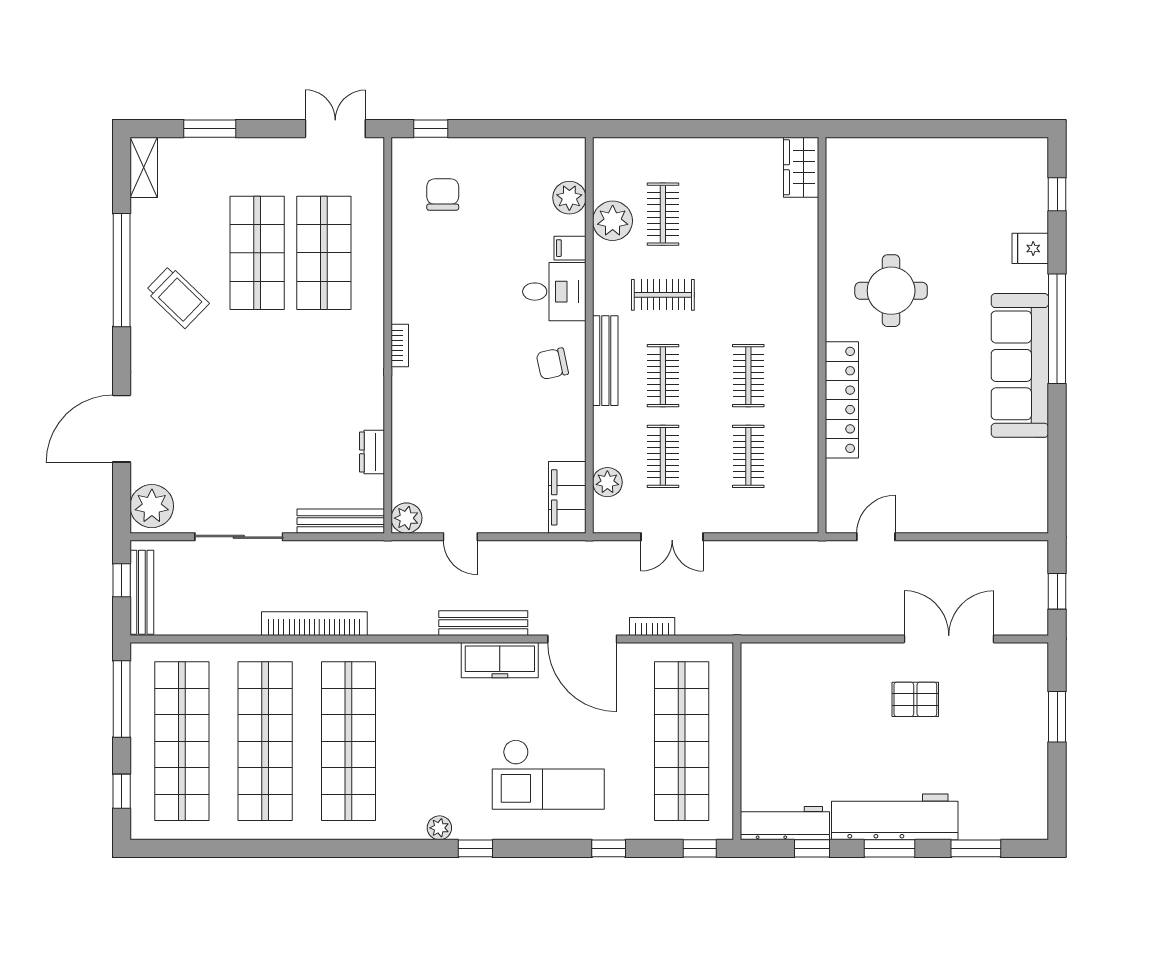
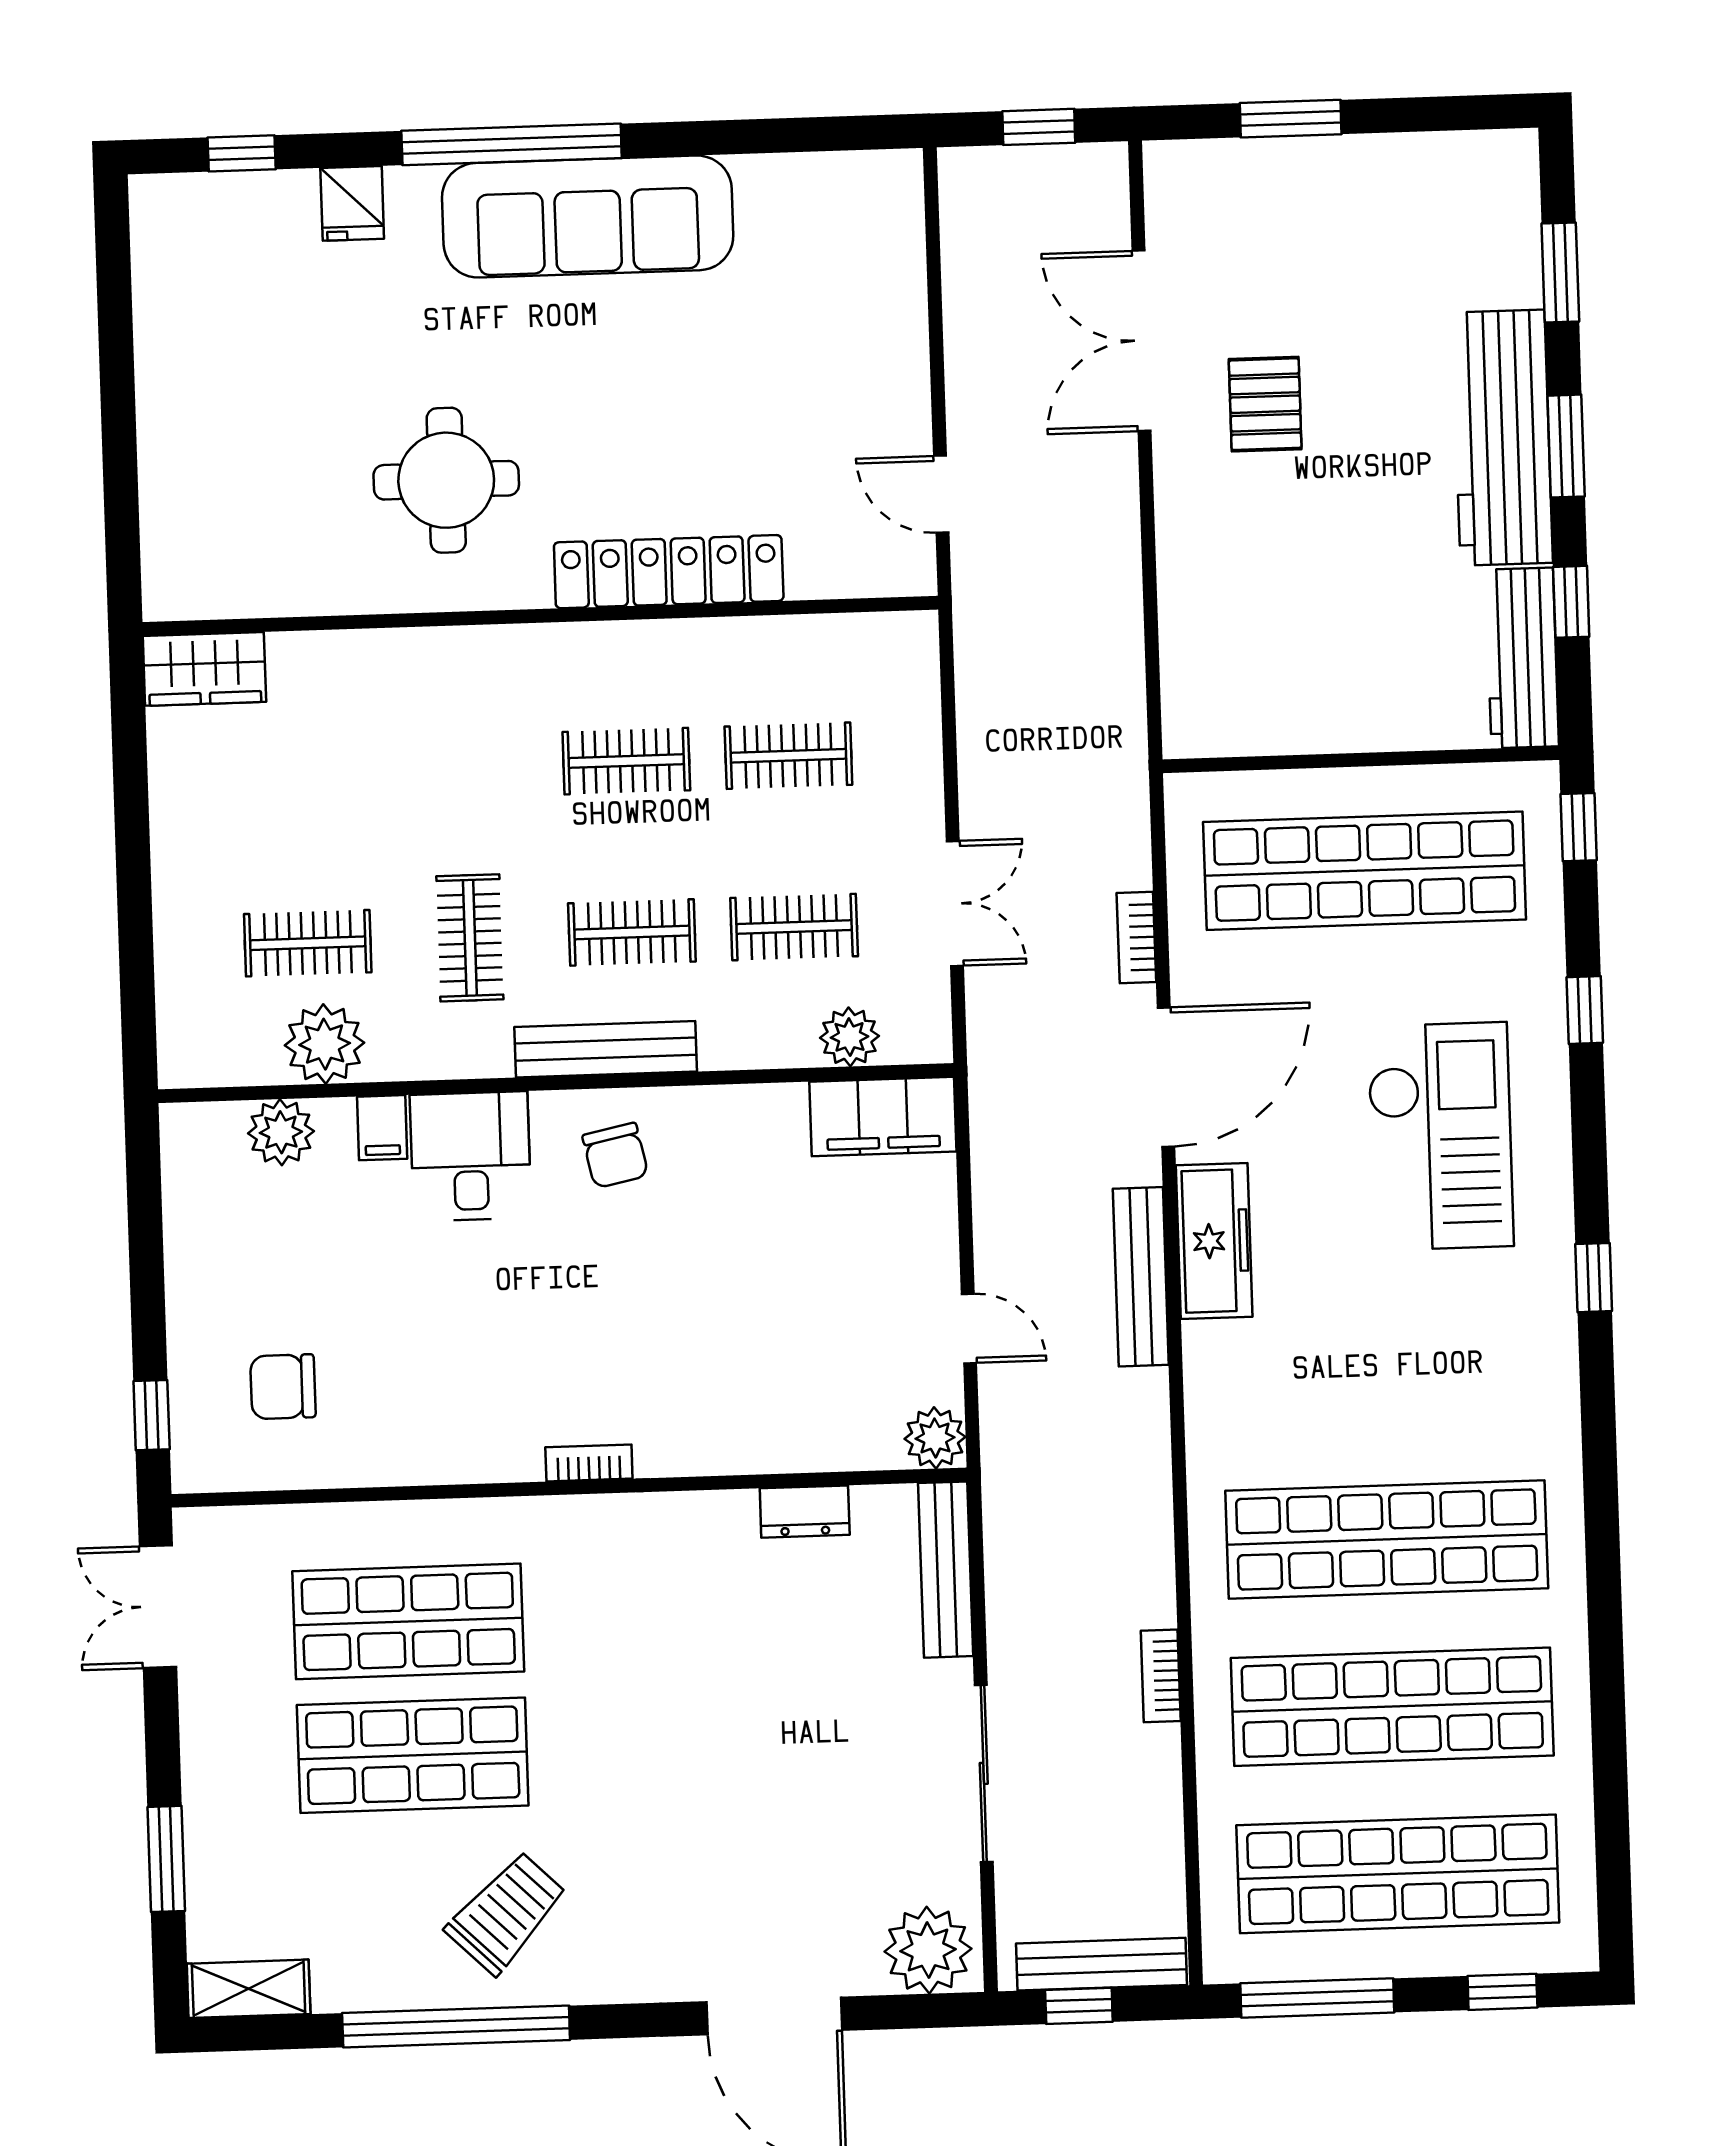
door: (460, 537) -> (969, 1328), hinge flipped
bookcase: (314, 624) -> (1161, 1676), width x0.43, depth x0.76
plant: (439, 828) -> (1555, 1351), removed

